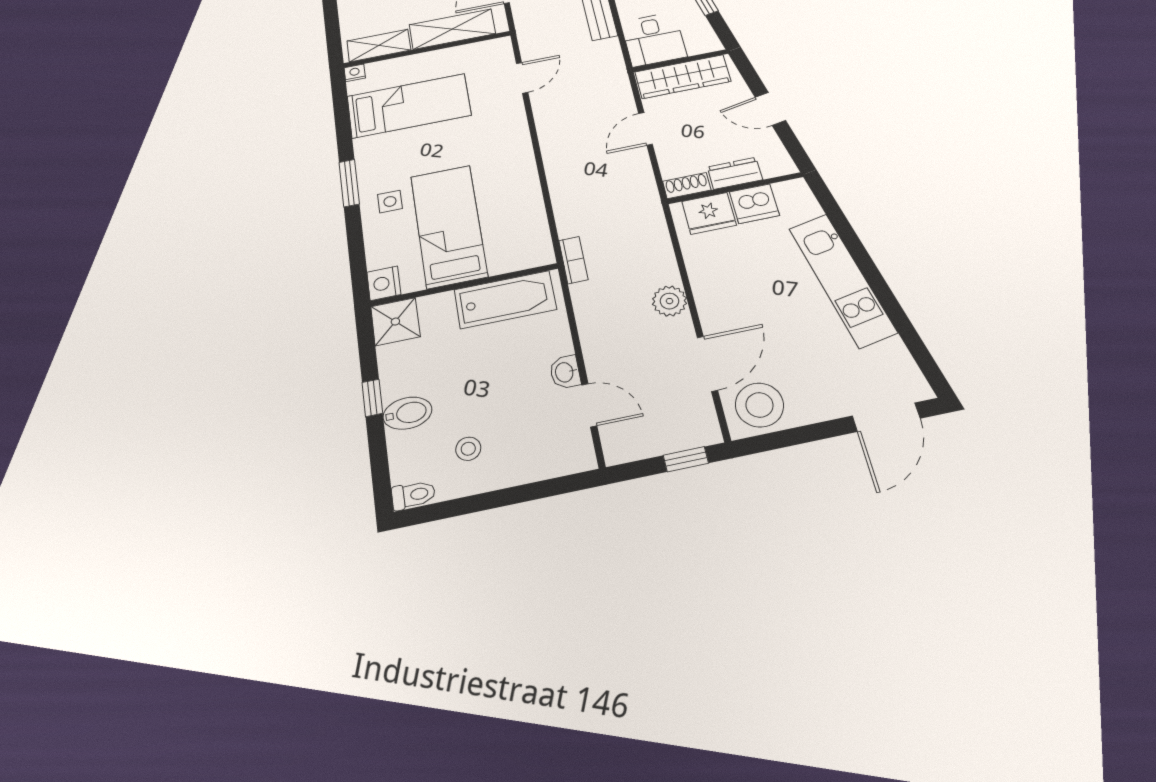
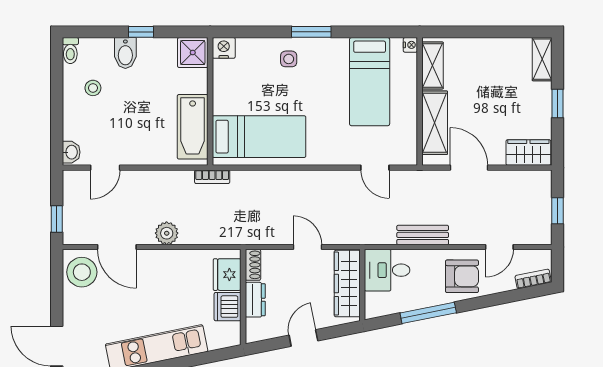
bed: (449, 226) -> (259, 137), moved
washbasin: (565, 372) -> (71, 152), moved, turned 90

